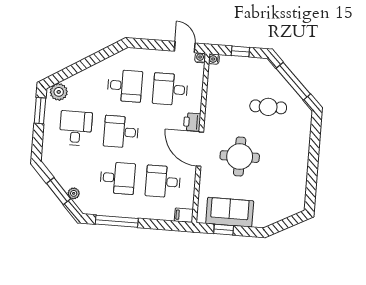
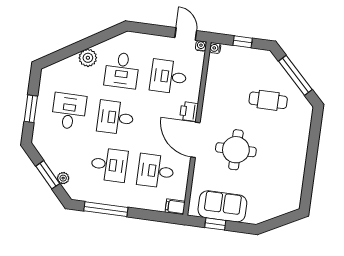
desk: (125, 86) -> (122, 70), turned 90
plant: (59, 92) -> (88, 58), moved
window: (40, 111) -> (31, 109), moved

